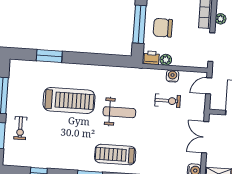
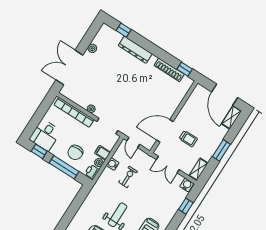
filing cabinet: (179, 58) -> (103, 153), added

